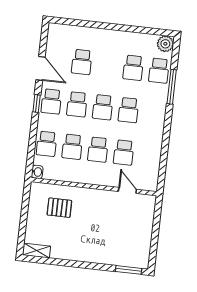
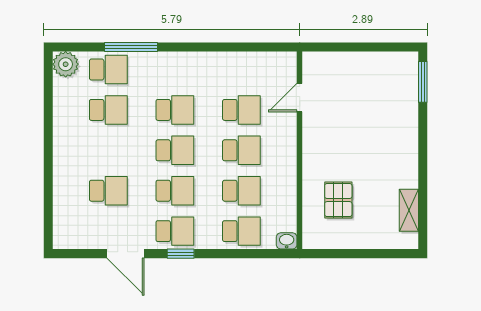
door: (41, 68) -> (126, 254), swing flipped
shelving: (37, 251) -> (409, 210), moved

